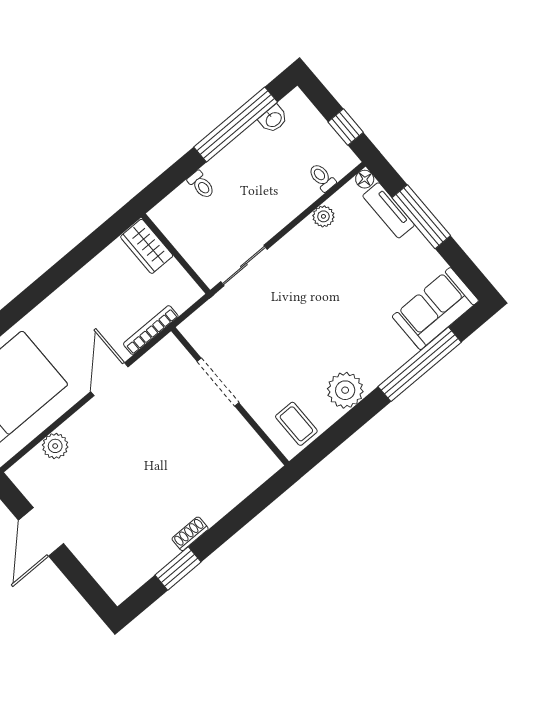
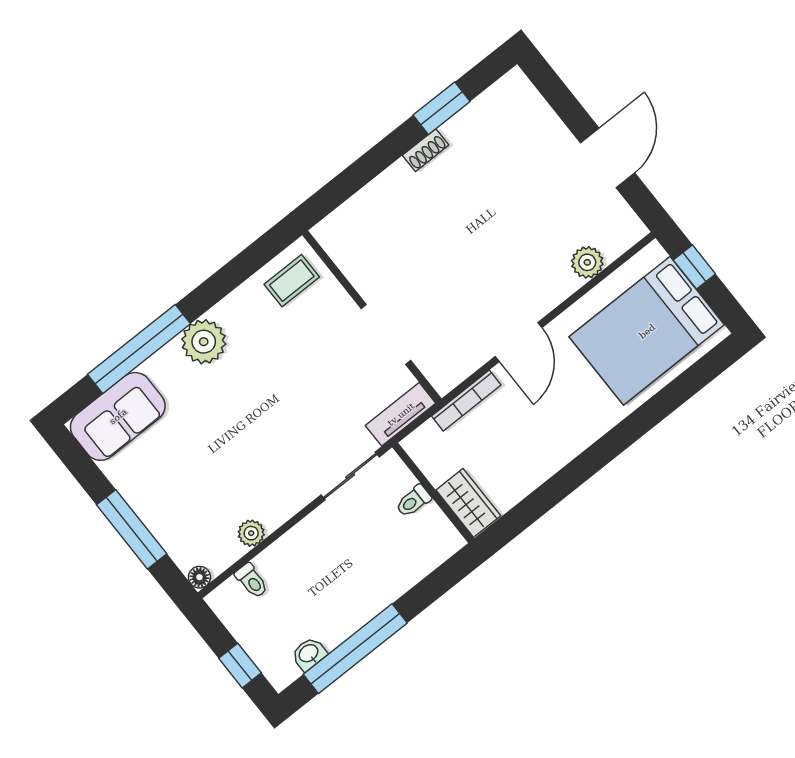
window: (346, 127) -> (240, 666), moved
toilet: (201, 185) -> (413, 501), moved, turned -90
tv unit: (389, 210) -> (401, 414), moved, turned -90
plant: (345, 390) -> (204, 342), moved
coffee table: (296, 424) -> (292, 281), turned 90

